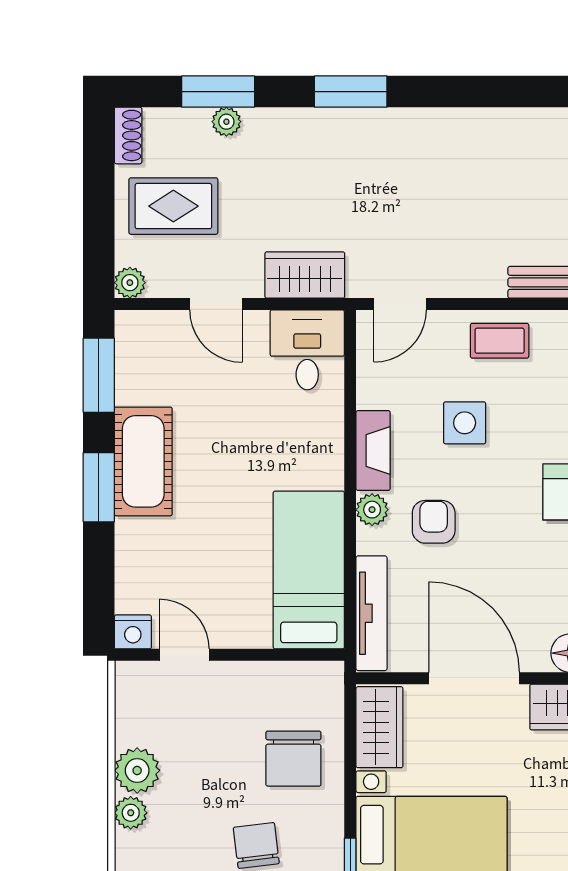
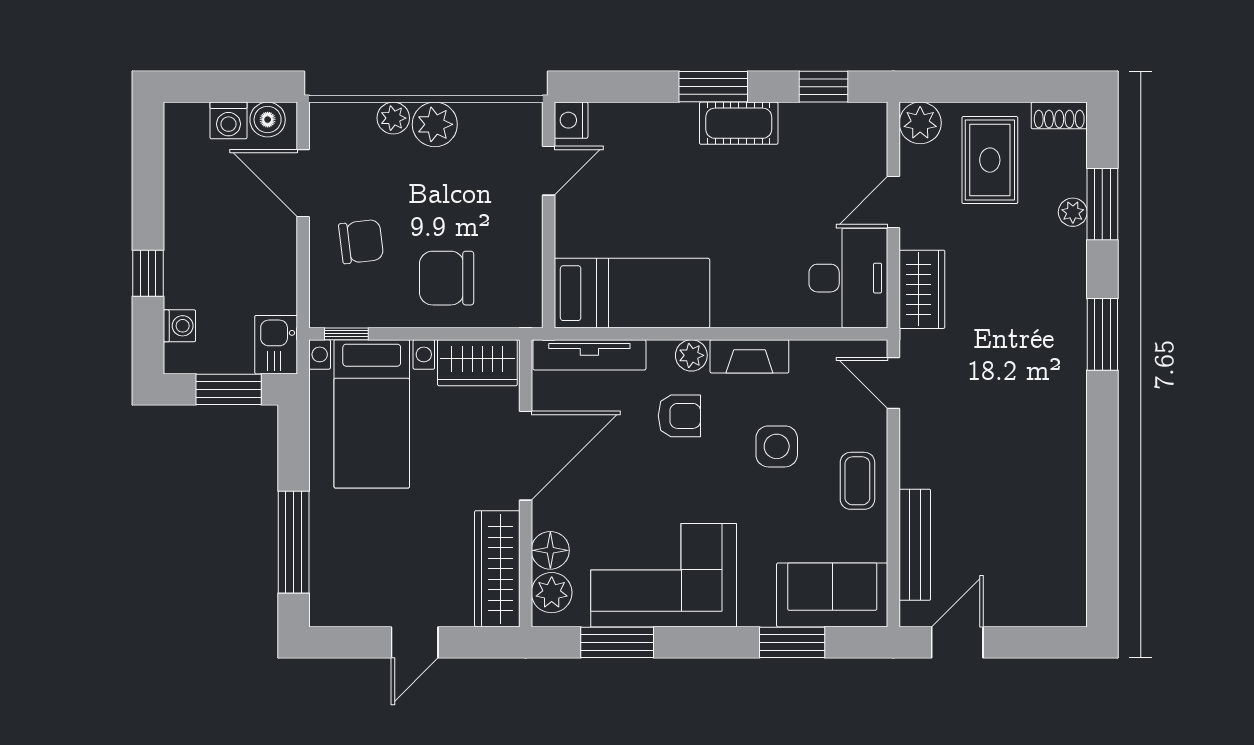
plant: (130, 283) -> (920, 123), width x1.38, depth x1.38
desk: (307, 350) -> (848, 278), width x1.37
window: (99, 375) -> (823, 87), width x0.67
cot: (143, 461) -> (739, 123), width x0.73, depth x0.75

